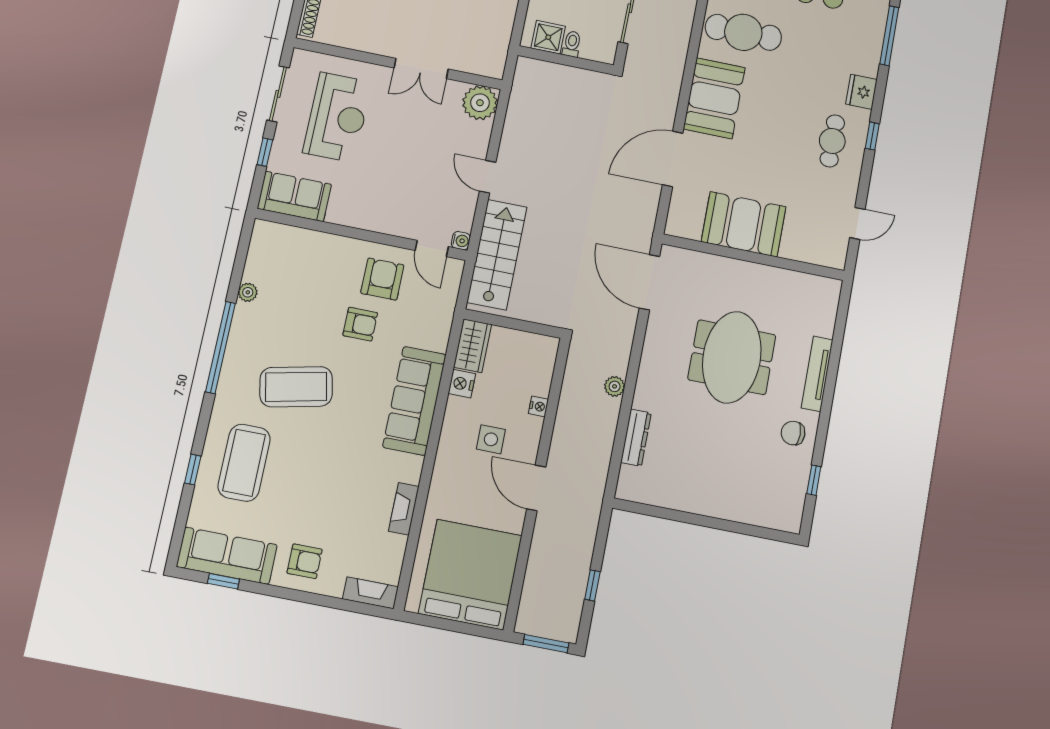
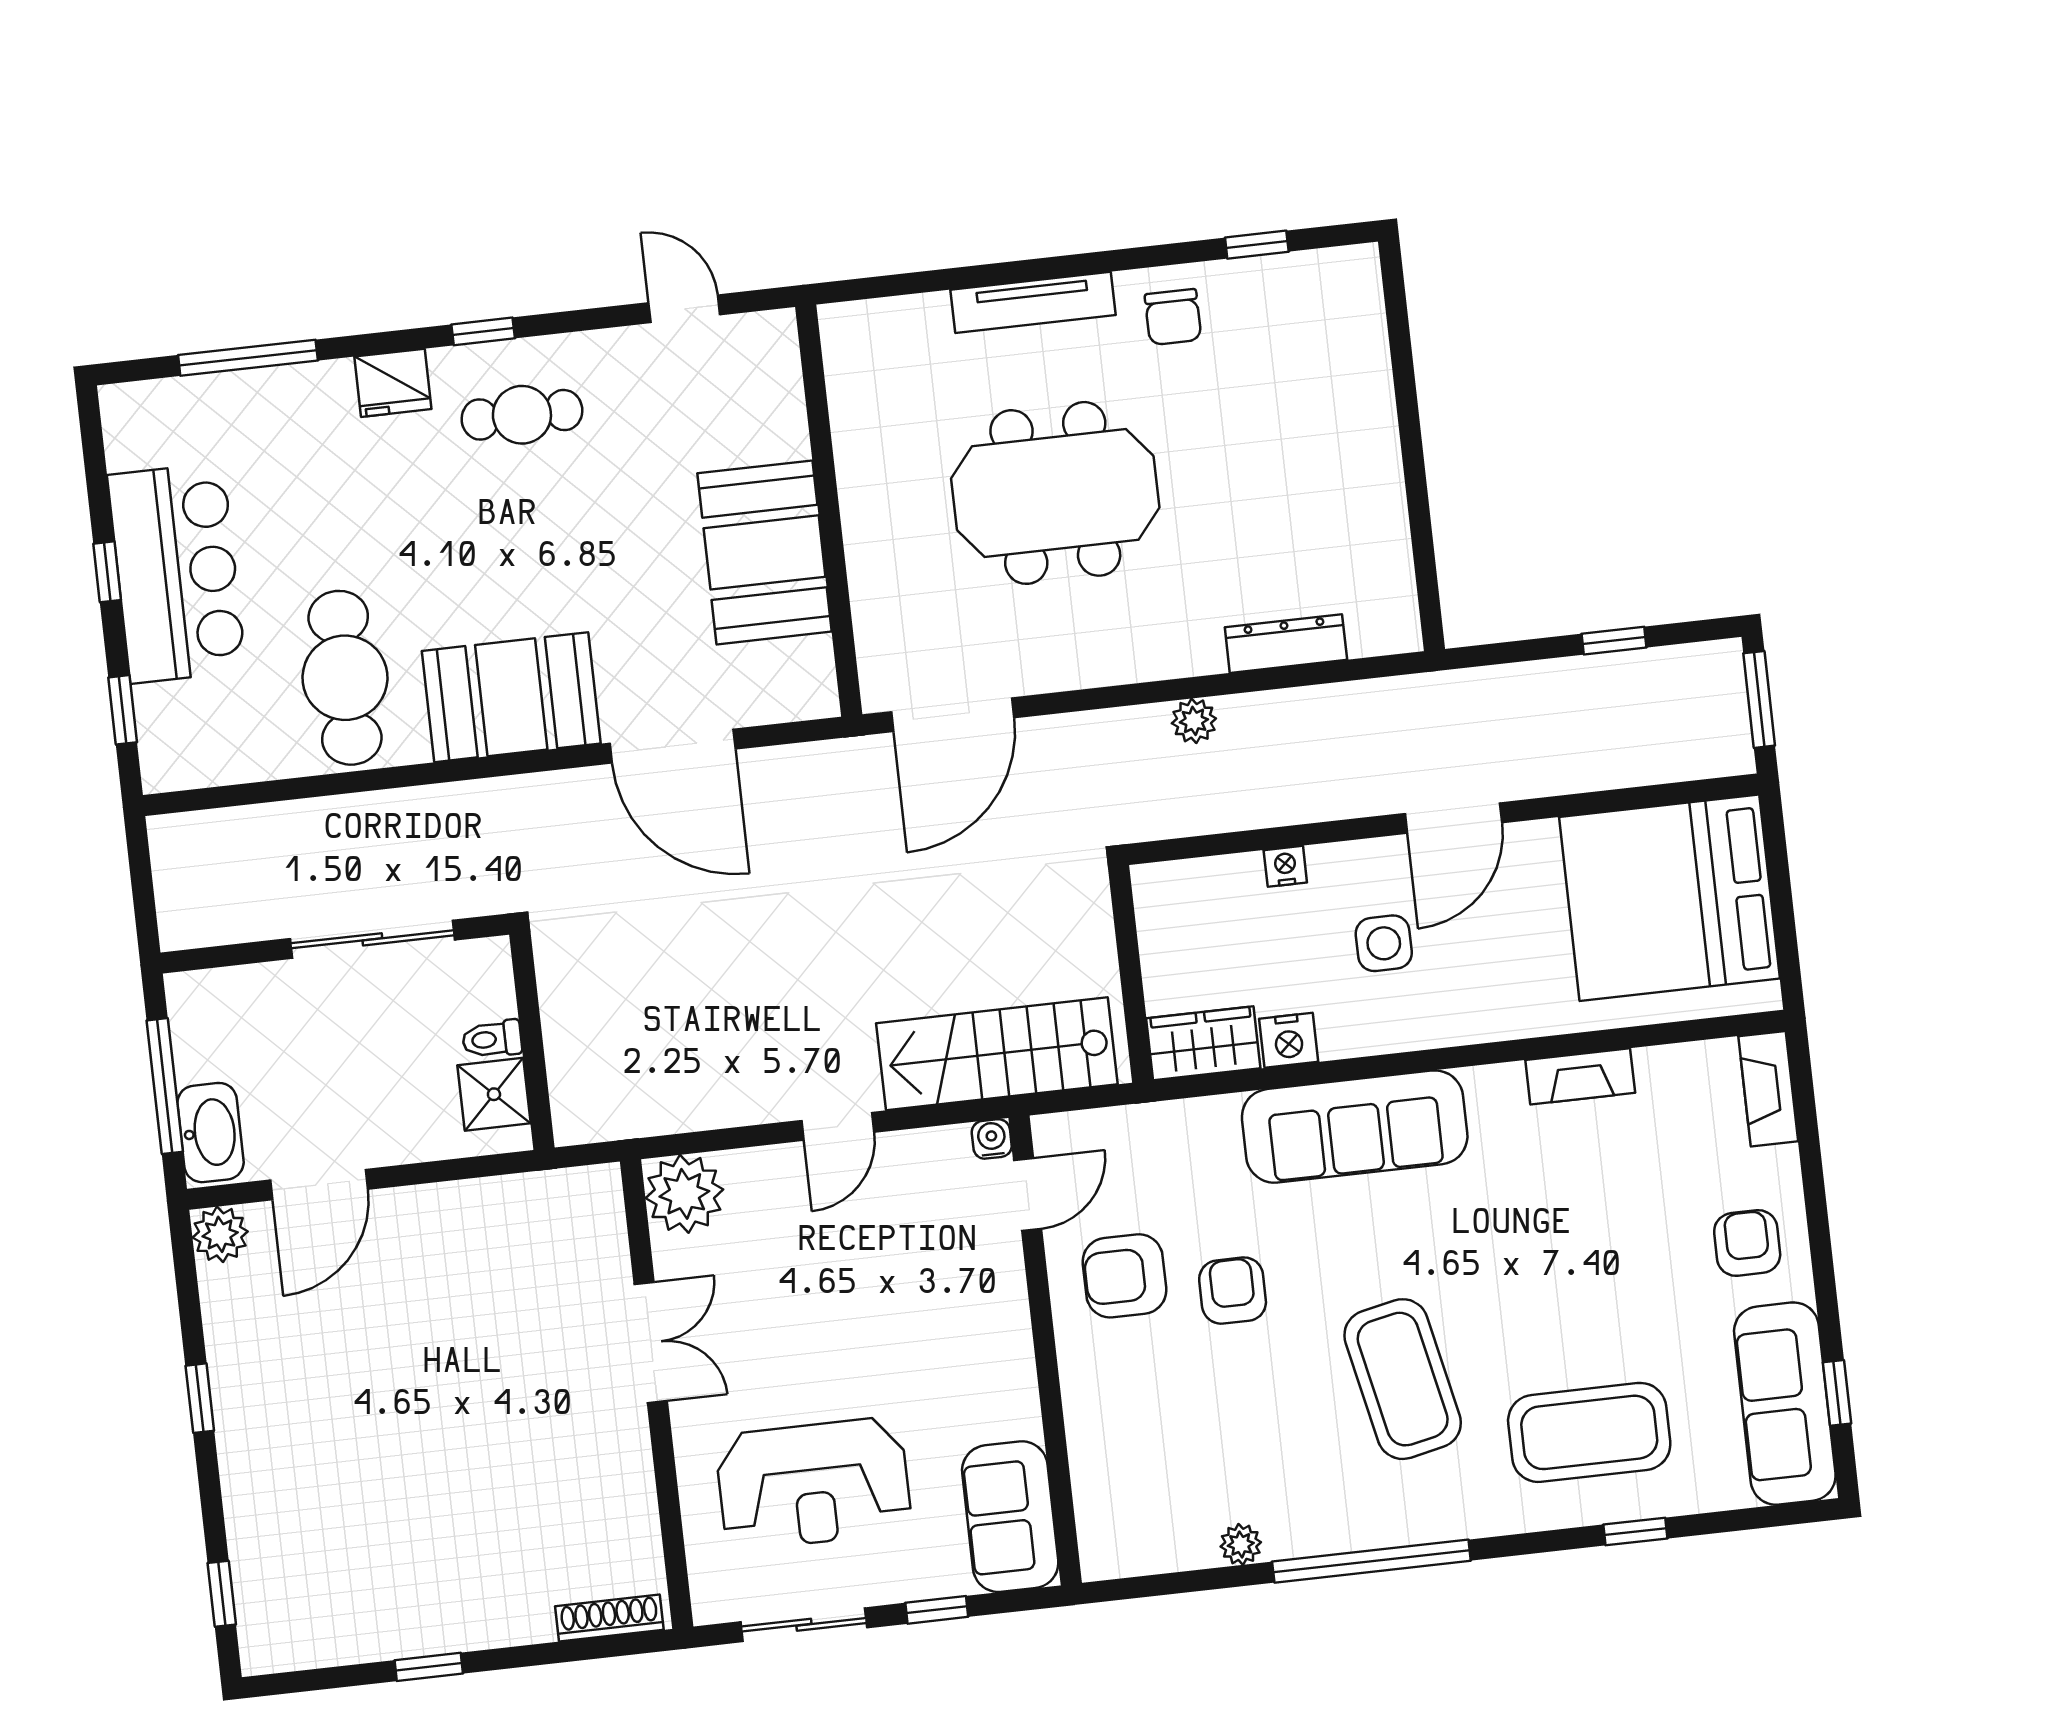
reception desk: (337, 117) -> (813, 1484), turned 180

